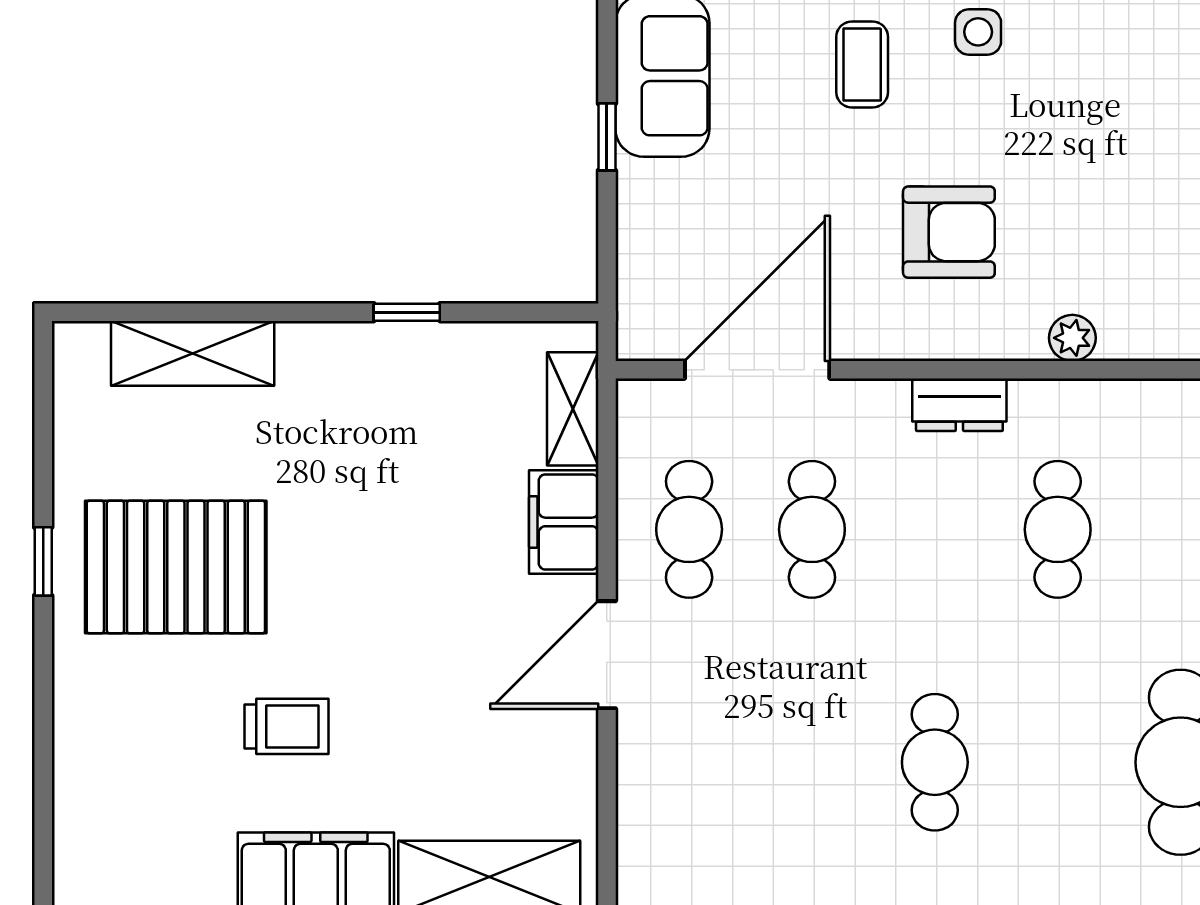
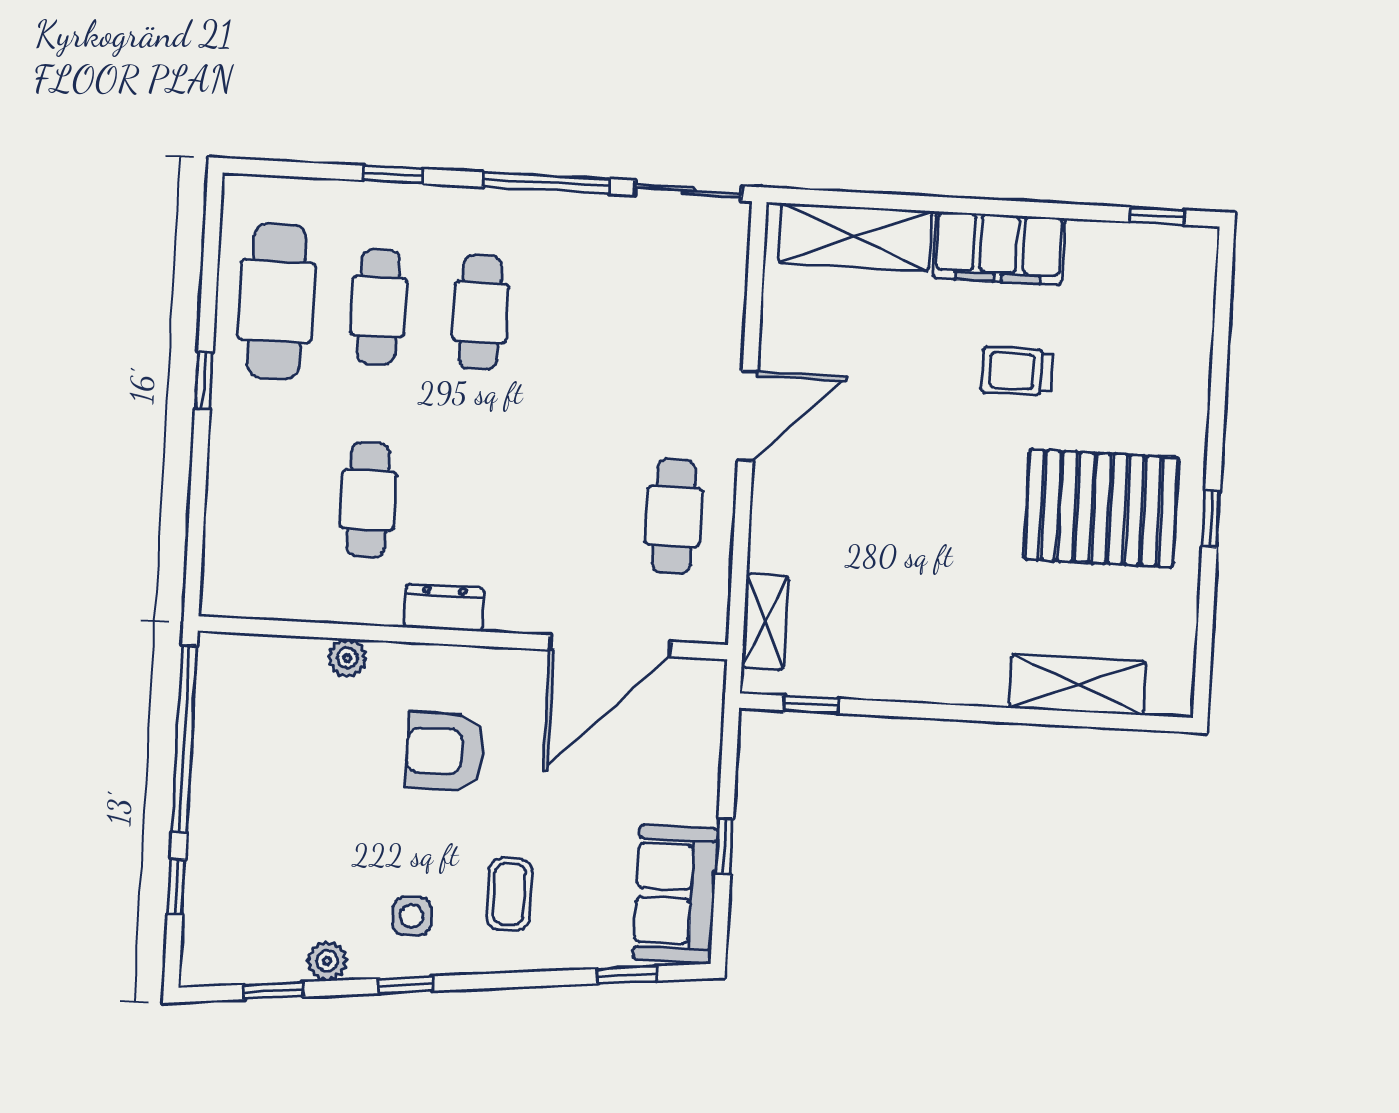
window: (407, 312) -> (812, 705), moved
filing cabinet: (564, 522) -> (777, 528), removed
cafe table: (812, 529) -> (379, 307), moved

